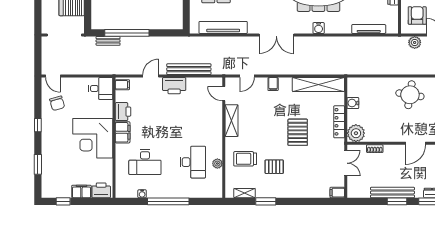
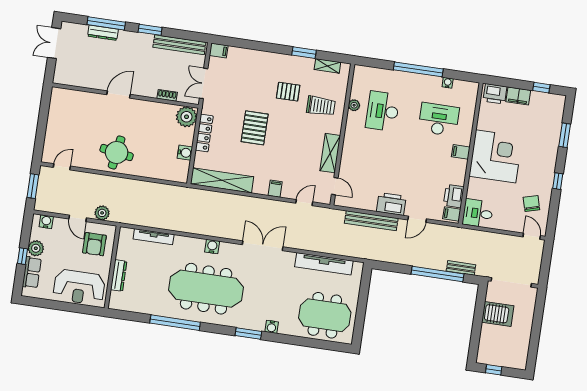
printer: (123, 112) -> (454, 196), moved
filing cabinet: (123, 132) -> (461, 152), width x0.50
bench: (392, 192) -> (179, 45), moved

